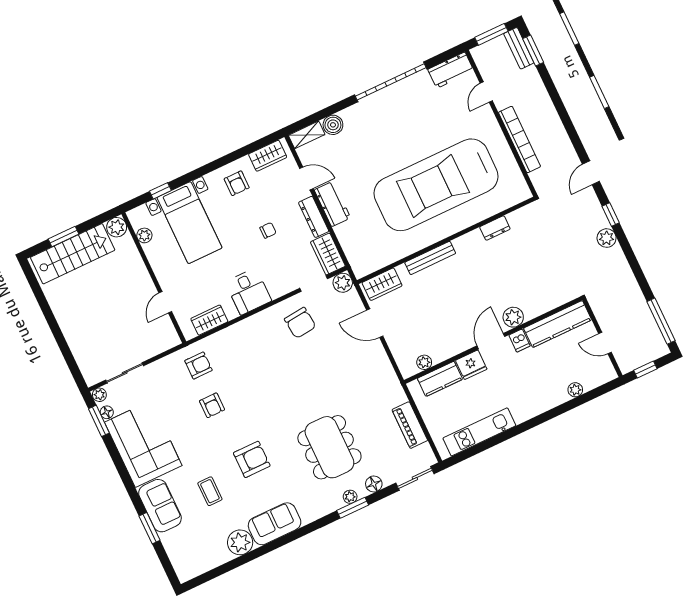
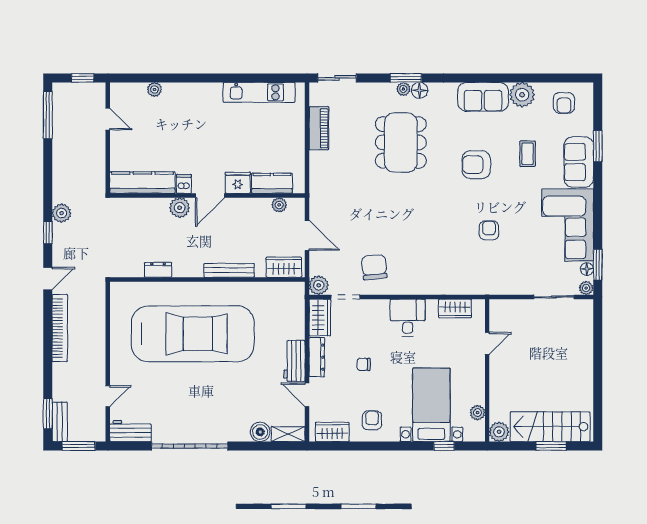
bookcase: (520, 139) -> (60, 328), moved, turned 180
plant: (513, 317) -> (180, 208), moved
kitchen counter: (558, 324) -> (142, 183), moved
wall: (493, 340) -> (207, 196), moved
door: (491, 341) -> (210, 196), moved
dishwasher: (519, 341) -> (184, 184), moved
plant: (424, 362) -> (279, 205), moved
fridge: (471, 365) -> (238, 183), moved
armchair: (198, 366) -> (564, 103), moved, turned -90
kitchen counter: (440, 379) -> (272, 183), moved
floor lamp: (374, 484) -> (420, 90), moved

